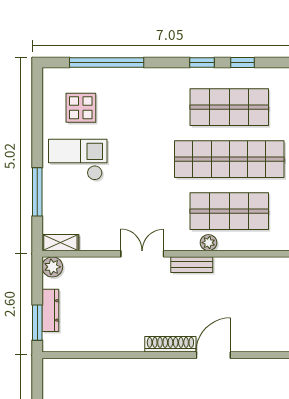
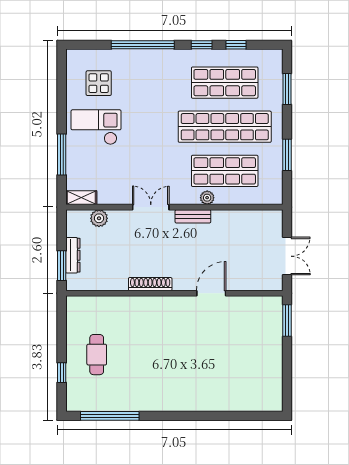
window: (107, 63) -> (143, 45), moved
plant: (52, 267) -> (99, 218), moved
shoe rack: (170, 344) -> (150, 284), moved

